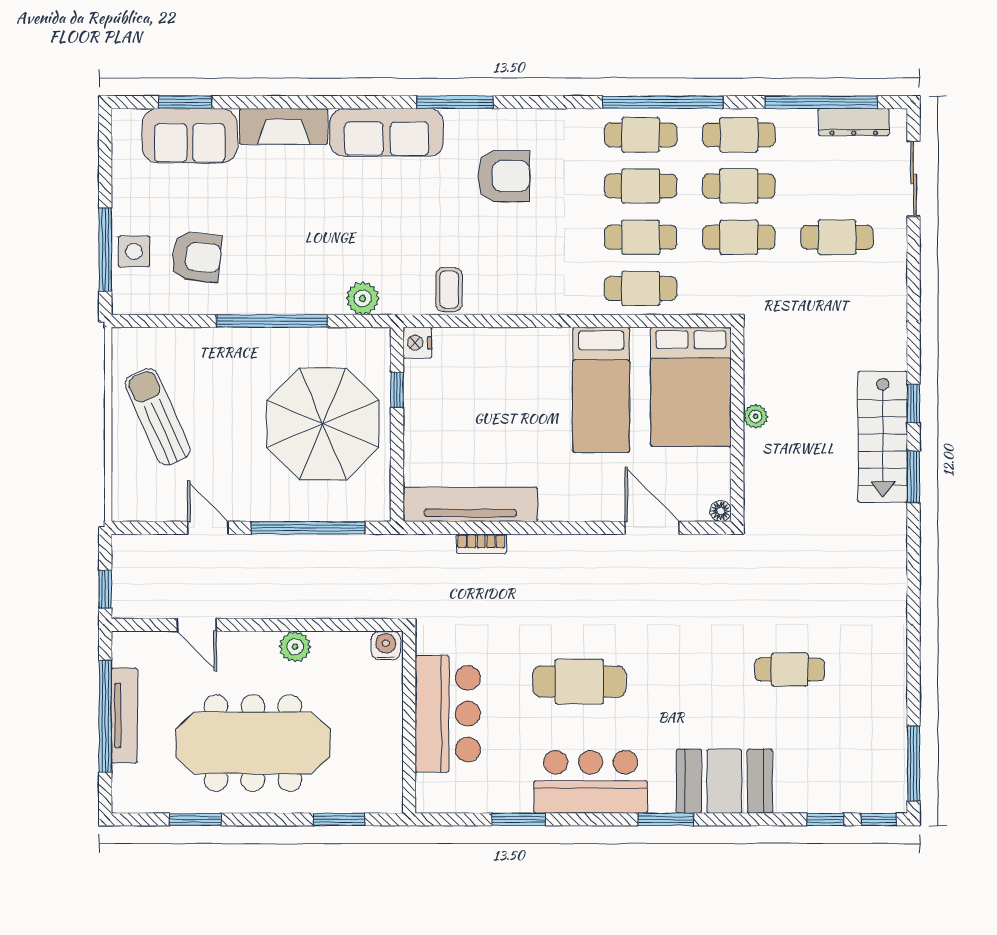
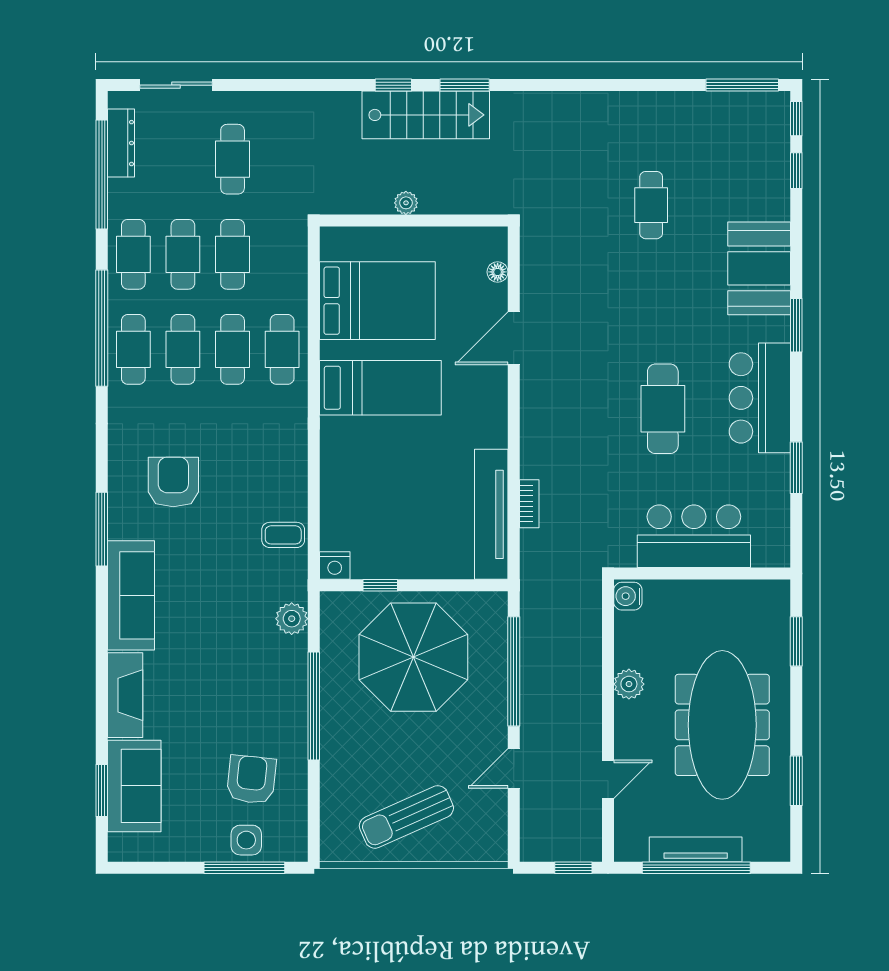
plant: (756, 416) -> (406, 203), moved
wall: (737, 424) -> (414, 220), moved

